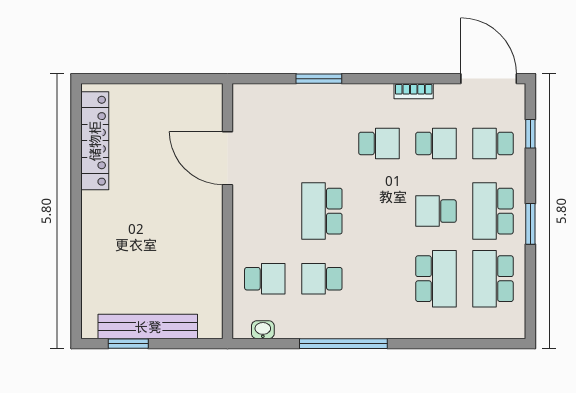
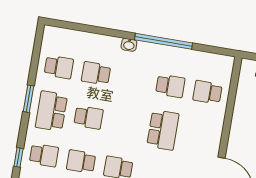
school desk: (493, 211) -> (51, 111), turned 180
school desk: (436, 279) -> (96, 73), width x0.54
school desk: (493, 279) -> (59, 67), width x0.54
washbasin: (263, 330) -> (129, 45), moved

